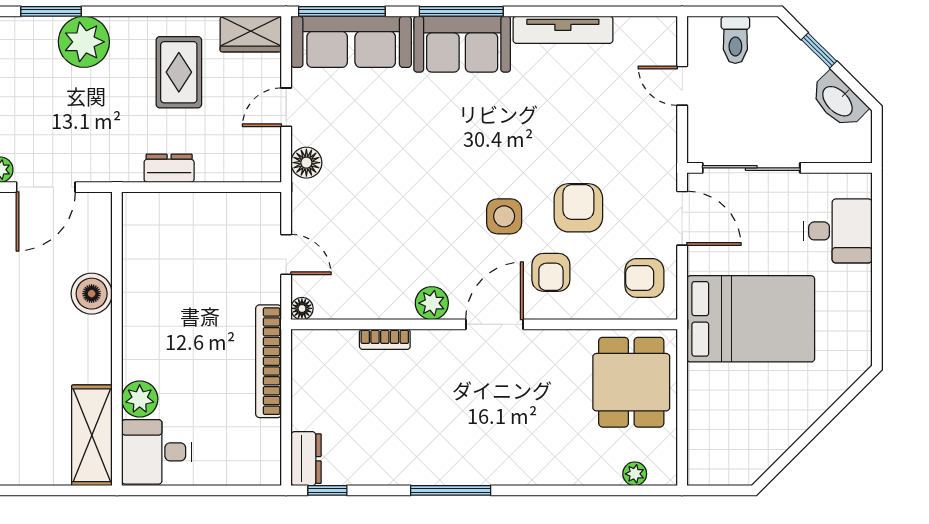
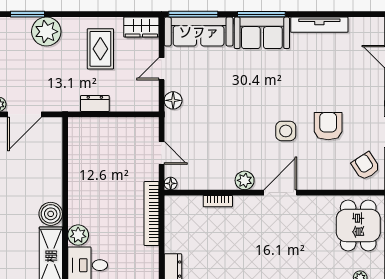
armchair: (551, 272) -> (312, 163), removed
armchair: (644, 278) -> (366, 166), turned 57
boiler: (92, 294) -> (51, 214), moved

